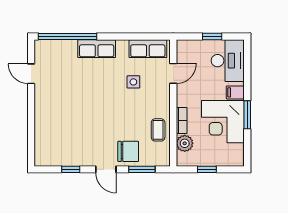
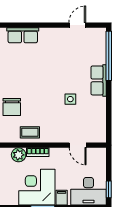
window: (212, 37) -> (109, 189), moved
row of seats: (148, 49) -> (23, 35), moved, turned -90
side table: (133, 82) -> (70, 99), moved

